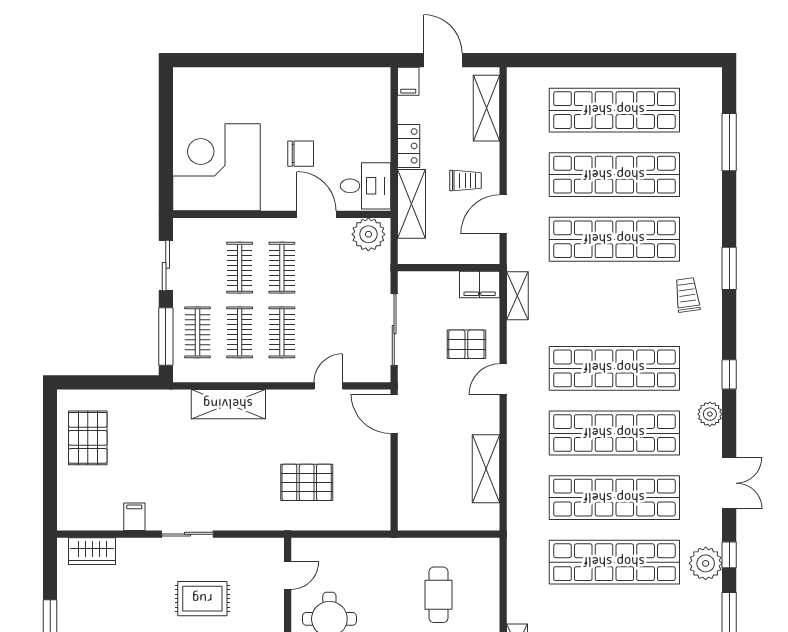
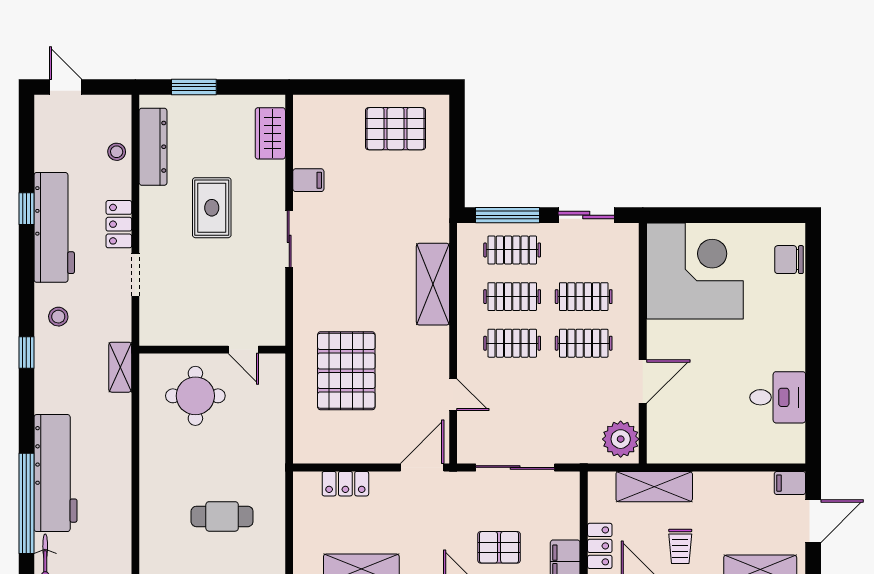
locker: (409, 146) -> (600, 546), moved, turned -90
chair: (301, 154) -> (789, 260), moved, turned 90
desk: (366, 186) -> (778, 397), moved, turned -90
pallet: (466, 344) -> (499, 547), turned 90
pallet: (307, 482) -> (346, 371), width x1.37, depth x1.41
locker: (409, 483) -> (345, 484), added
rug: (202, 599) -> (212, 208), moved

